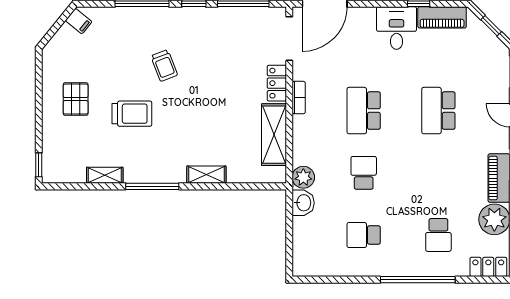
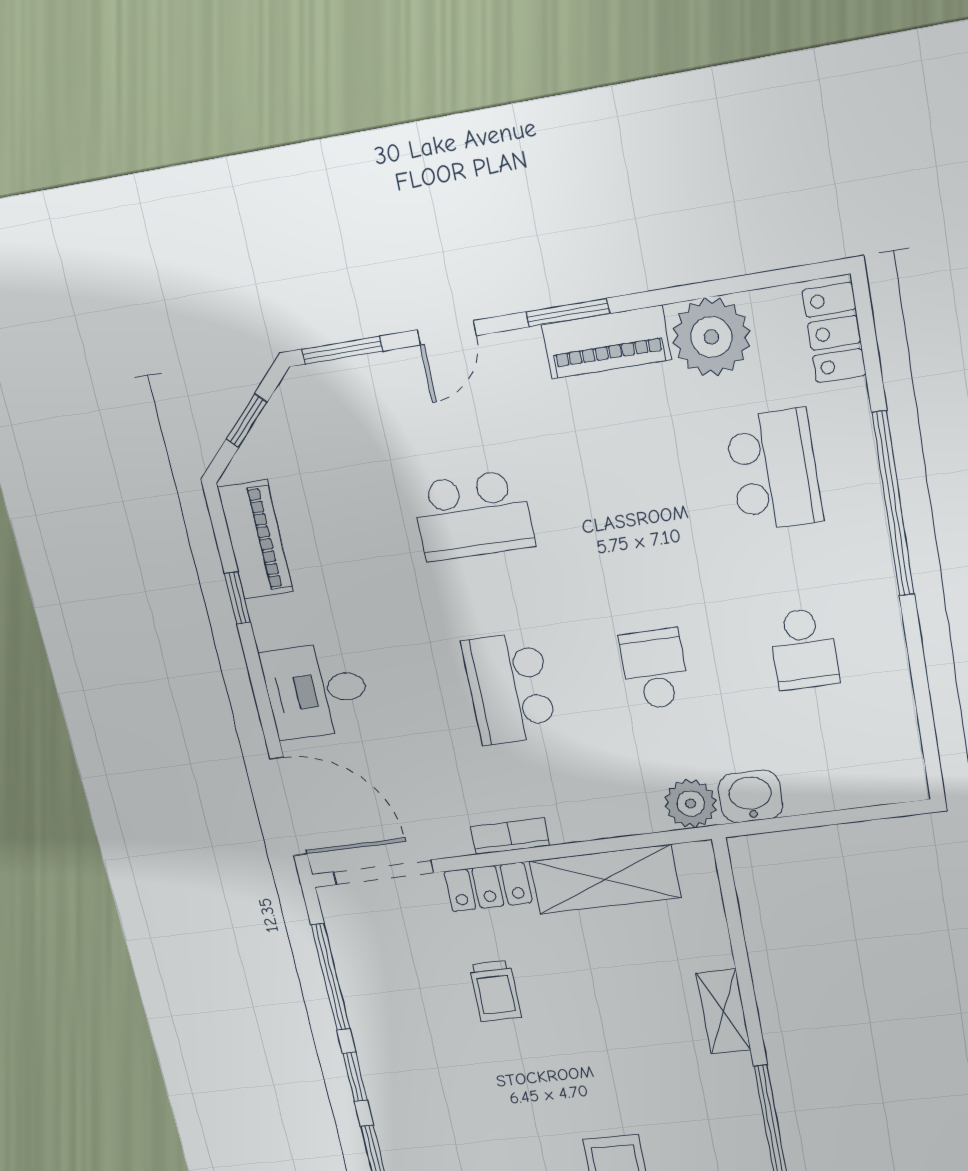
desk: (397, 28) -> (316, 691), moved
trolley: (164, 65) -> (495, 991), moved, turned 111
school desk: (364, 111) -> (509, 689), turned 90
school desk: (364, 173) -> (655, 669), turned 90
school desk: (438, 235) -> (774, 470), width x1.85

